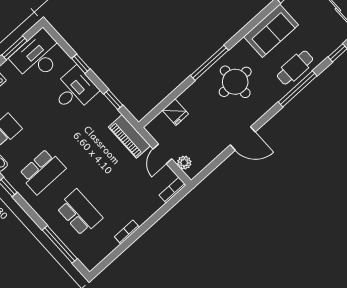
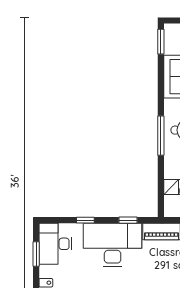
desk: (74, 90) -> (113, 245), width x1.87, depth x1.30

